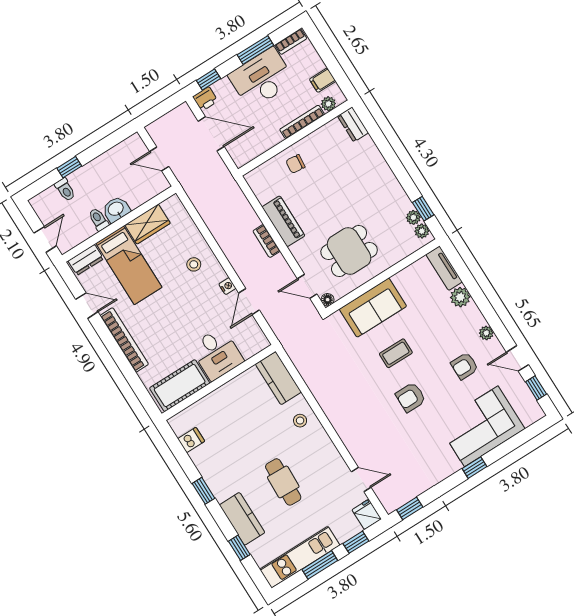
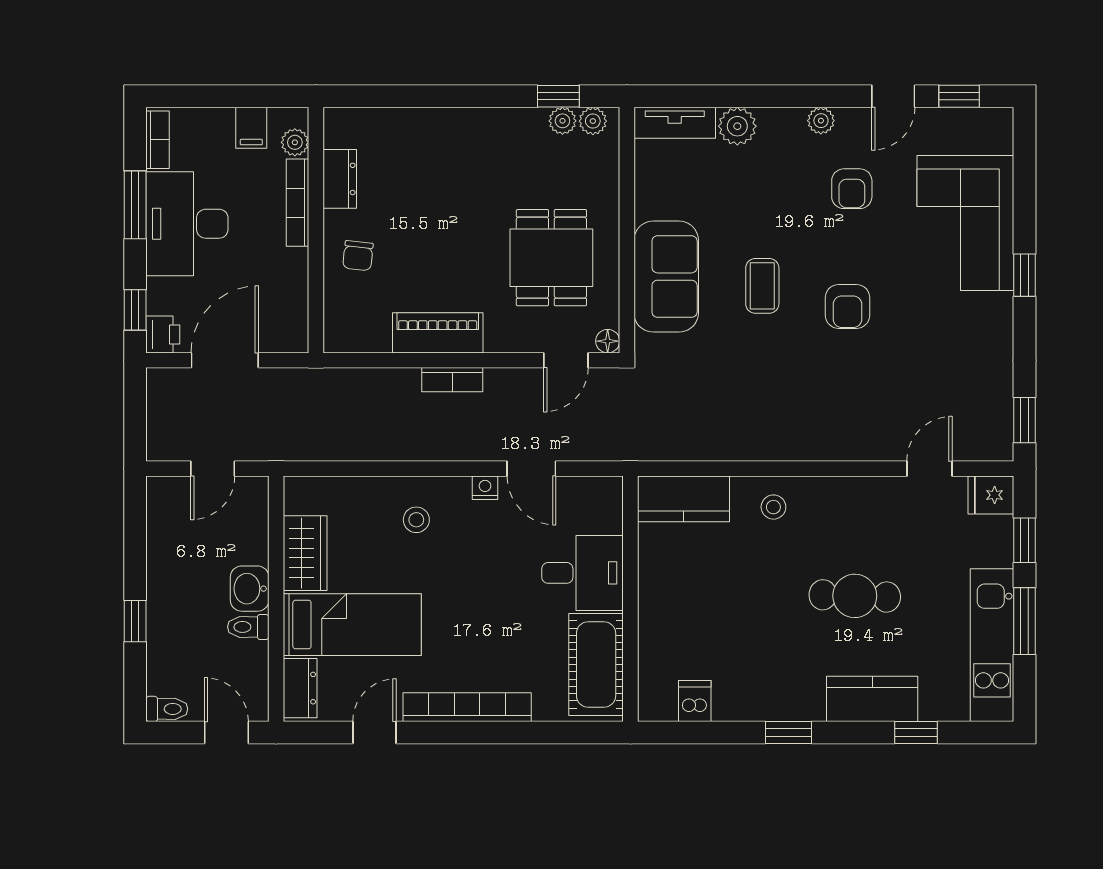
dresser: (353, 124) -> (340, 179), moved, turned -90
toilet: (65, 190) -> (167, 709), moved

